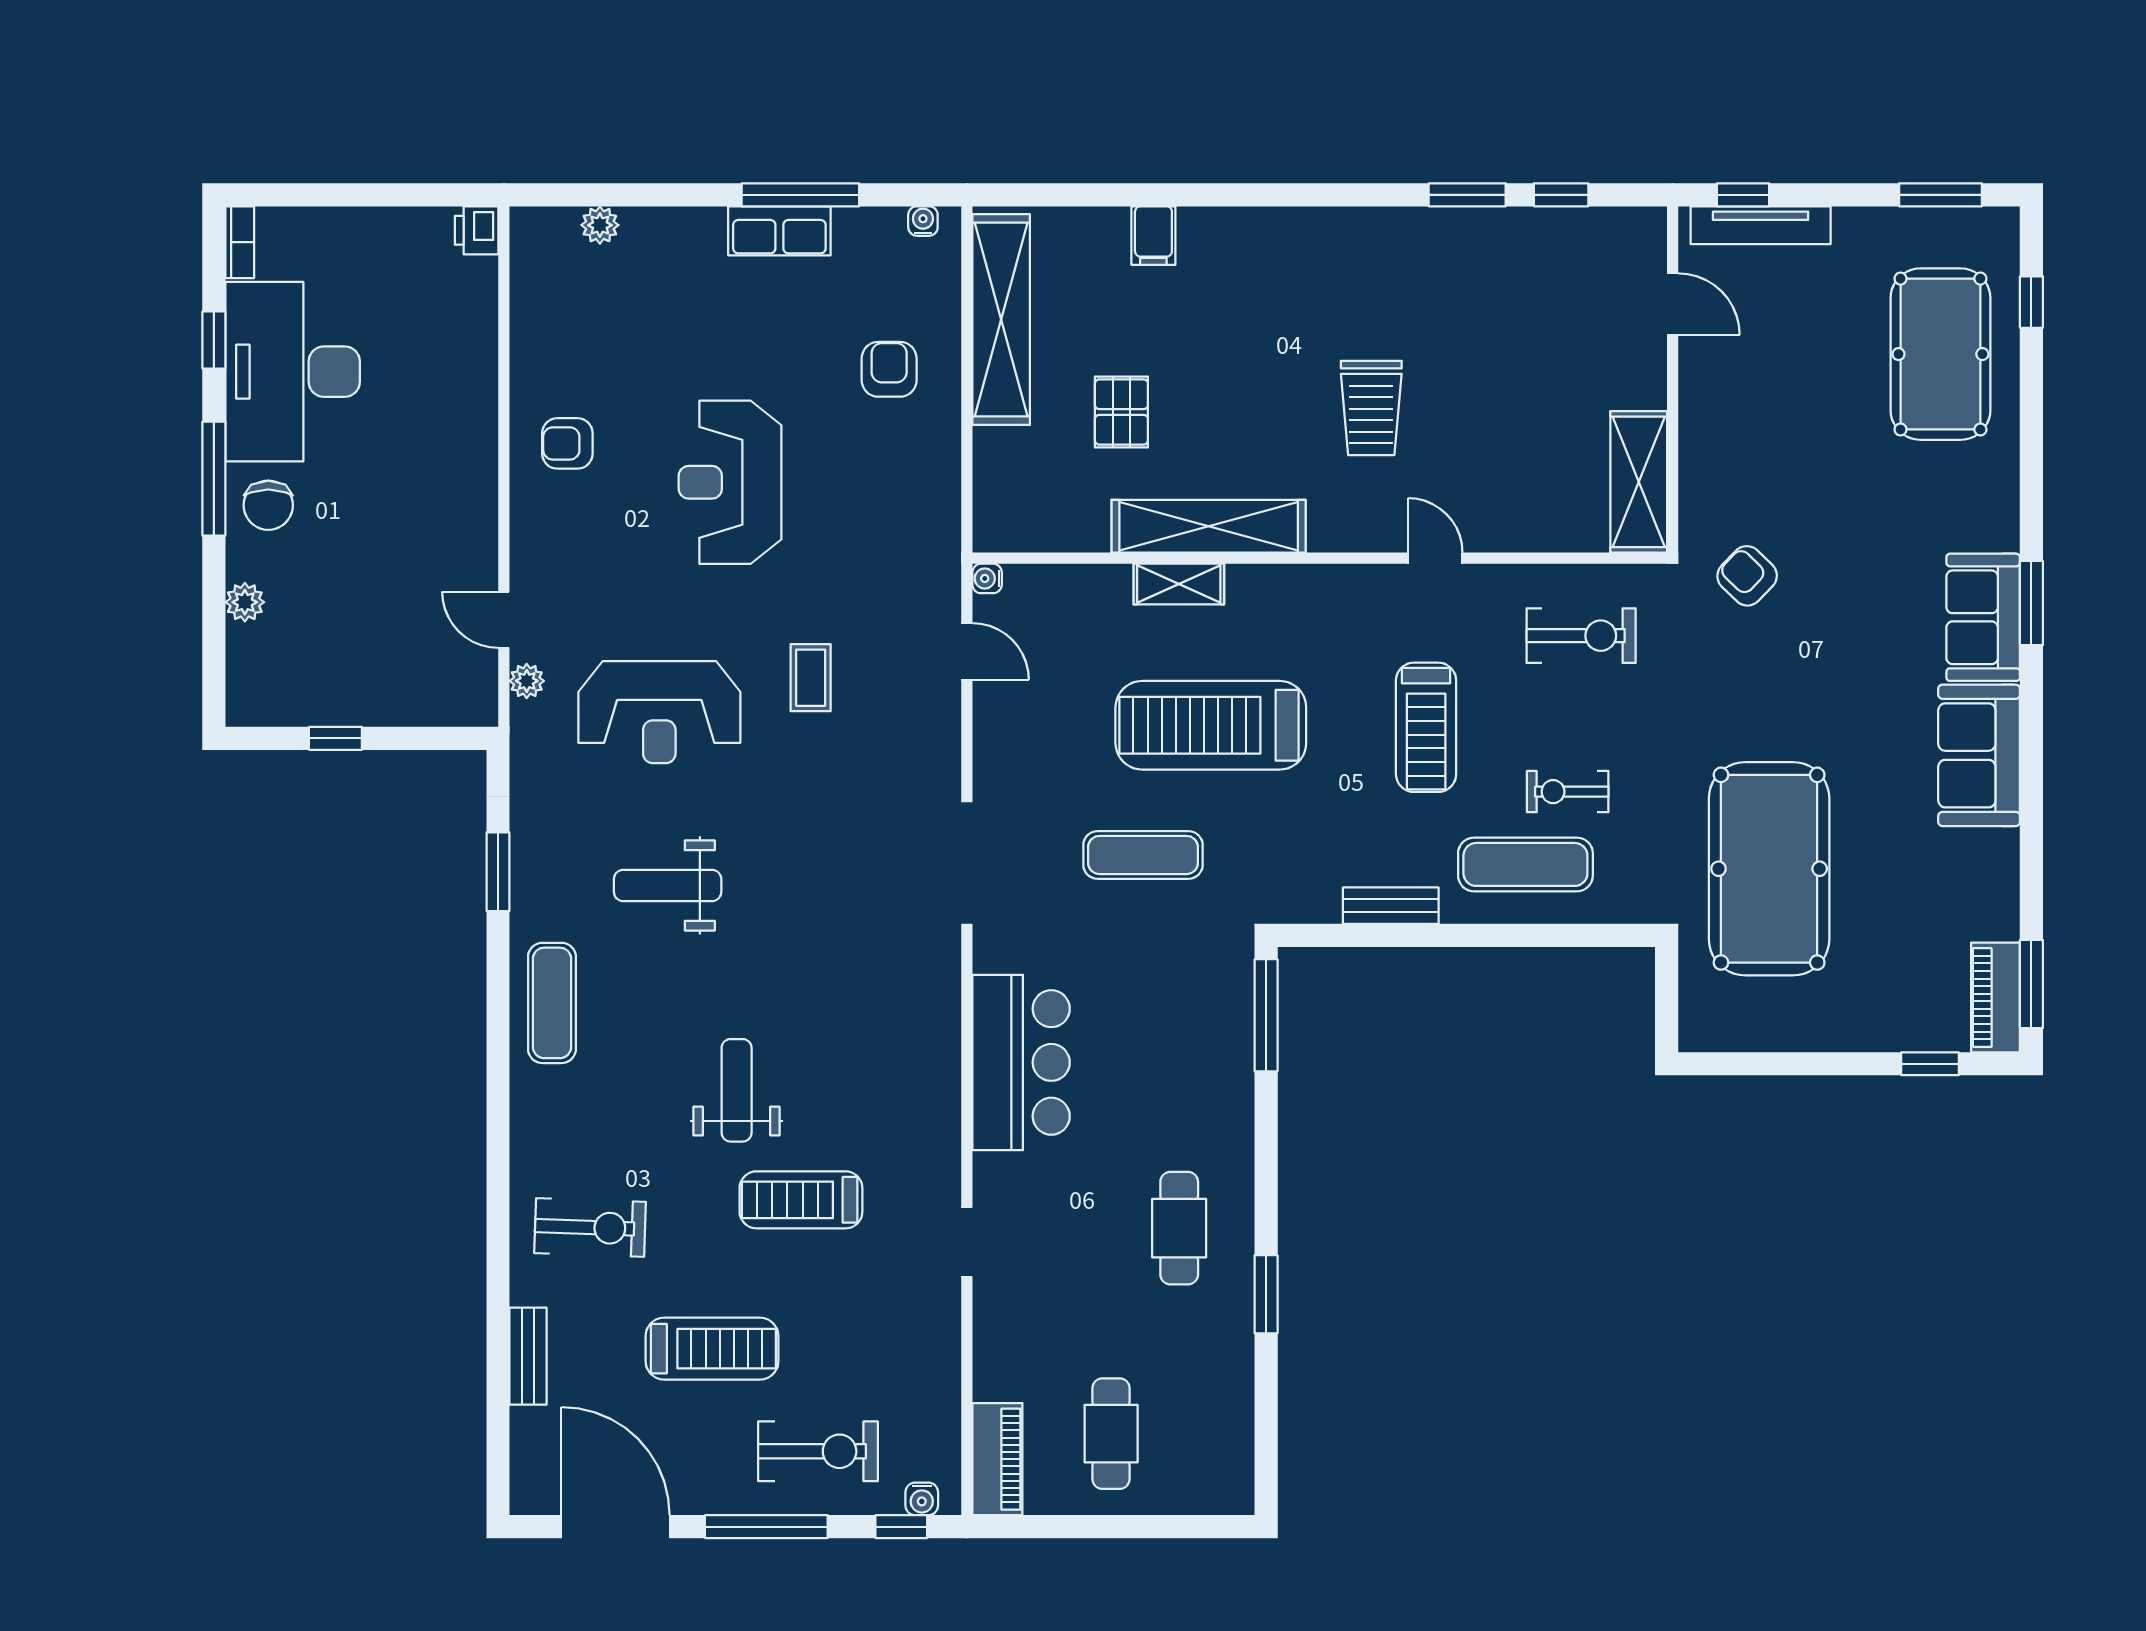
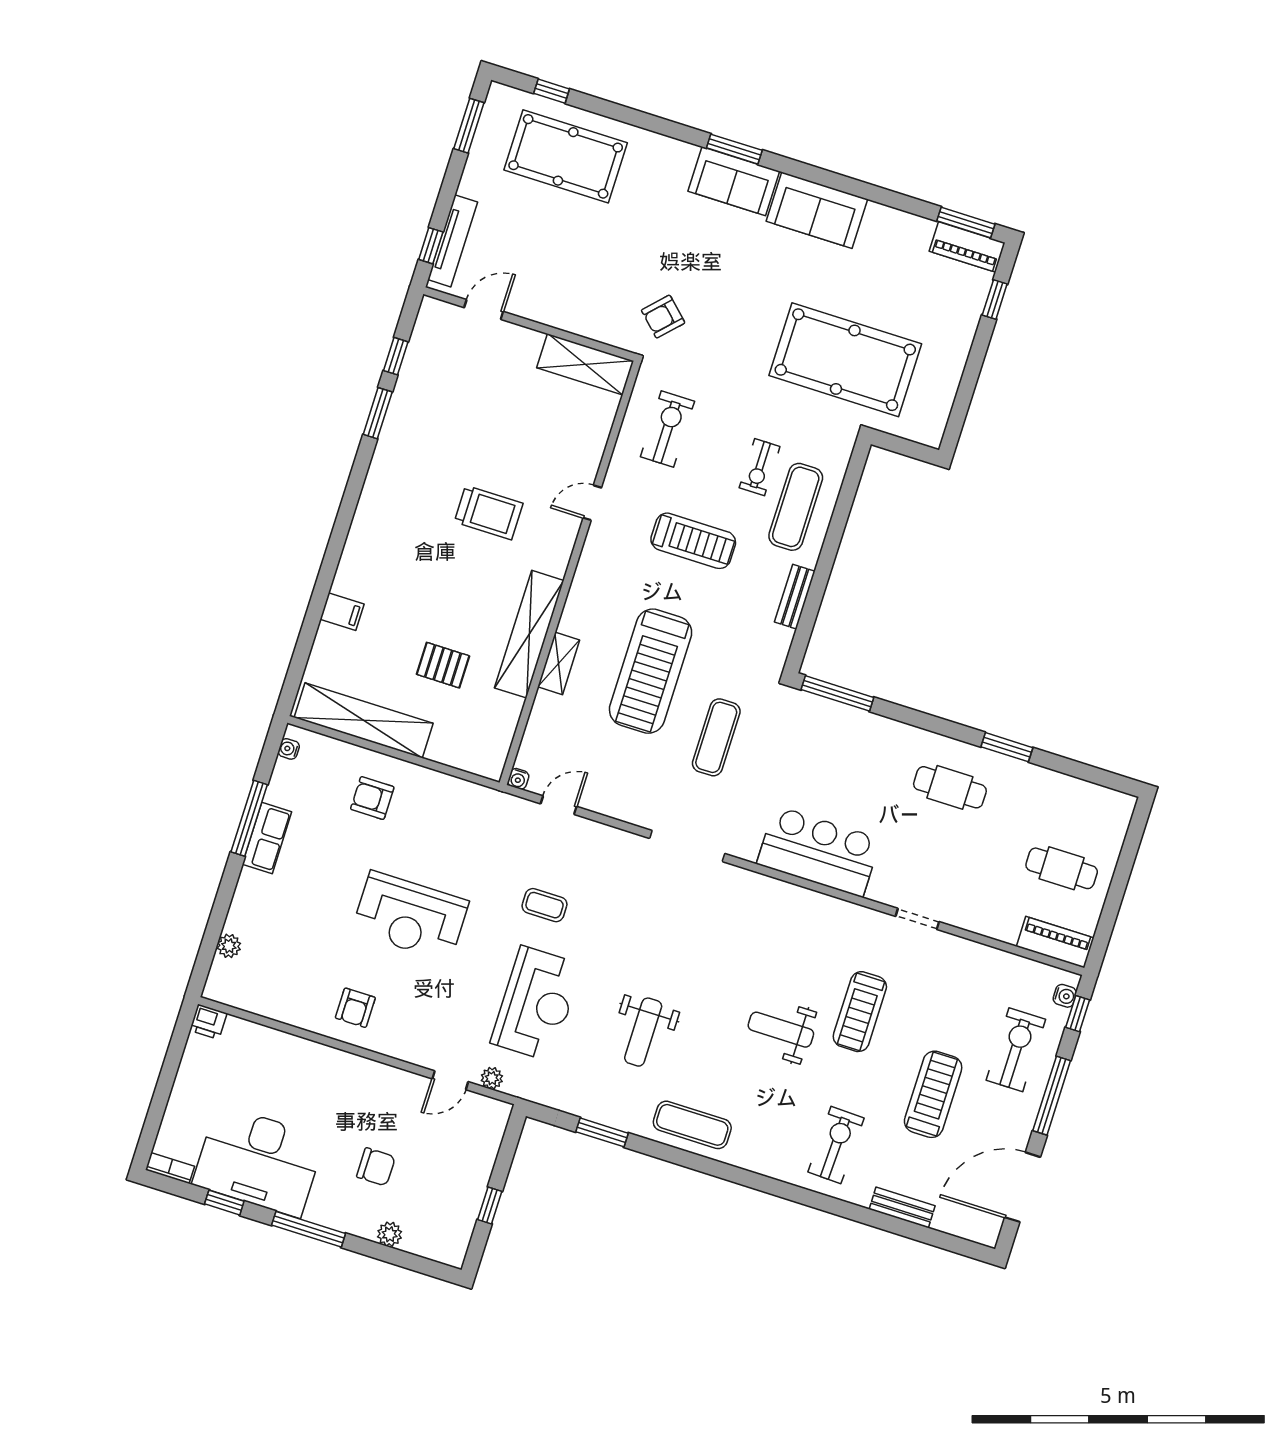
chair: (268, 505) -> (376, 1167), moved

